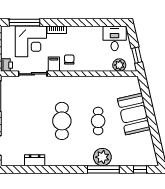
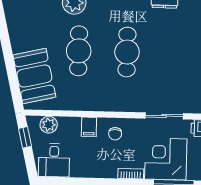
filing cabinet: (54, 64) -> (89, 127), moved
booth: (134, 114) -> (34, 76), moved
cafe table: (98, 121) -> (79, 51), width x1.37, depth x1.35

